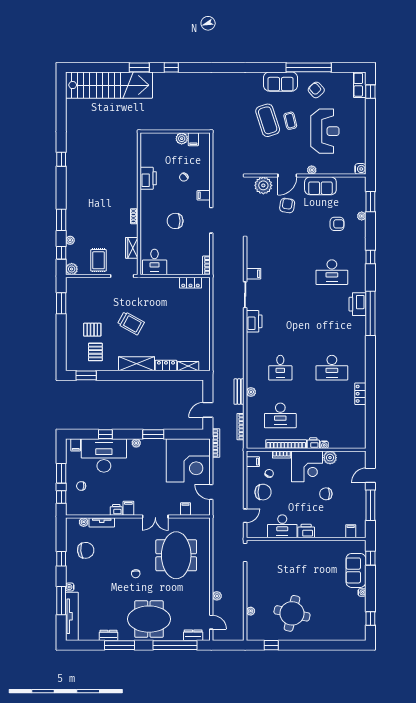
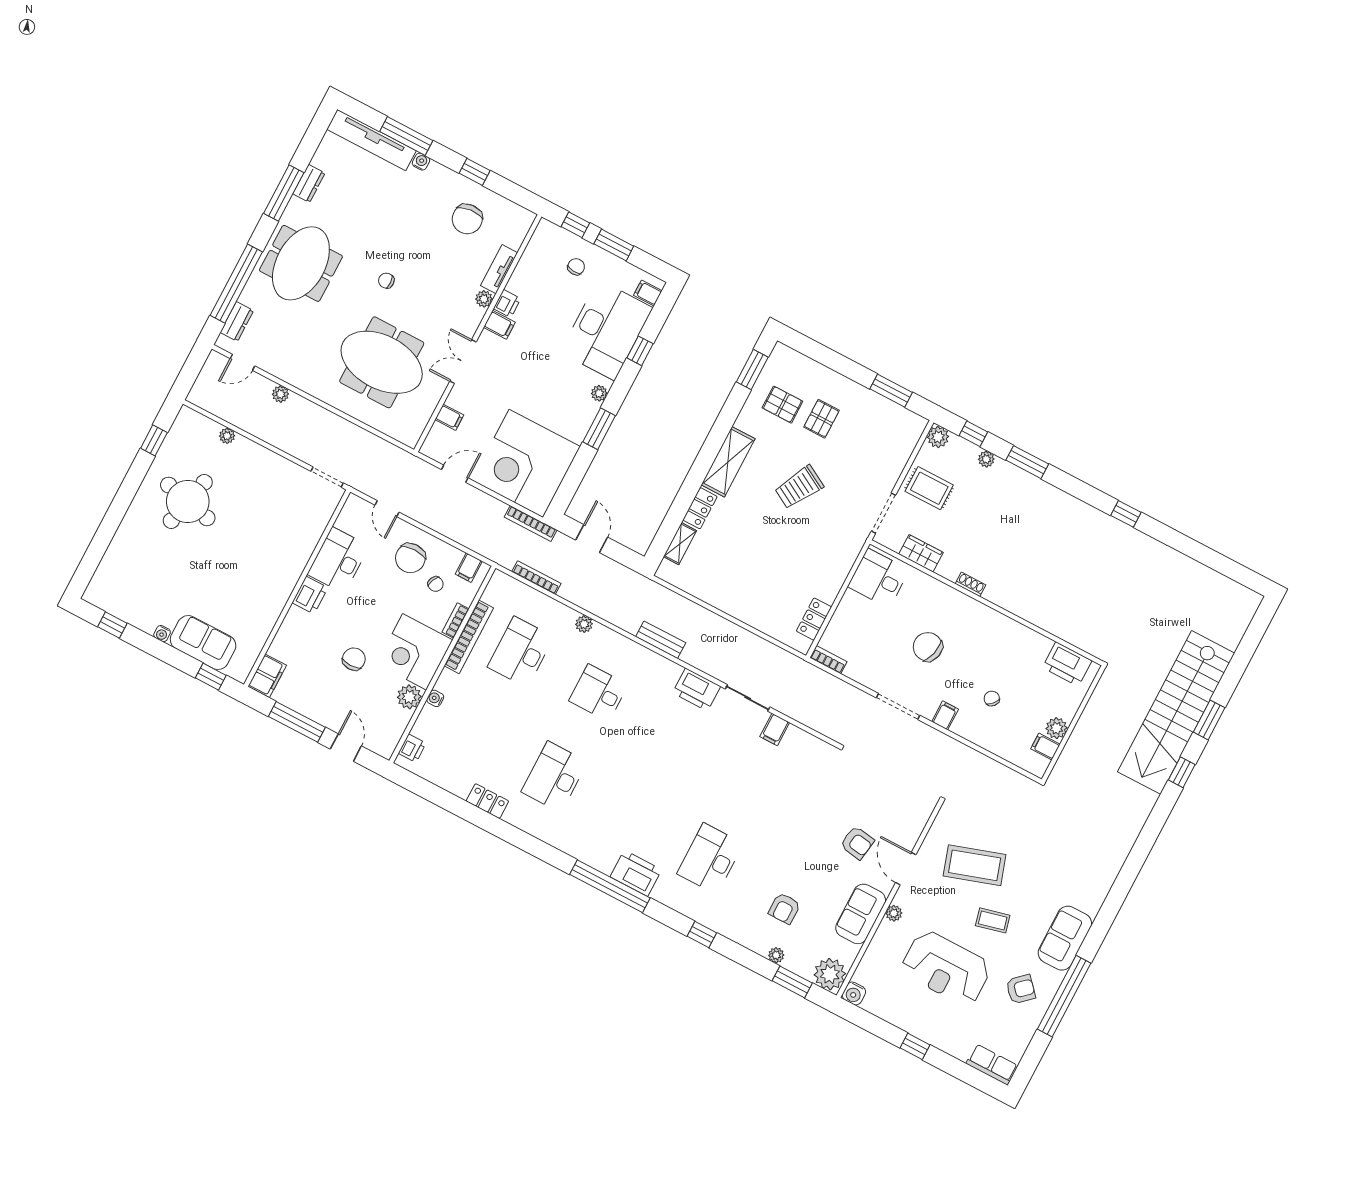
stairs: (109, 85) -> (1176, 712), moved
window: (370, 92) -> (915, 1046), moved
coffee table: (268, 120) -> (975, 865), moved
printer: (148, 178) -> (1067, 664), moved
plant: (263, 185) -> (830, 974), moved
chair: (175, 221) -> (928, 647), turned -76
bench: (239, 392) -> (661, 640), moved
printer: (313, 443) -> (412, 748), moved
plant: (84, 522) -> (484, 299), moved
filing cabinet: (351, 531) -> (267, 676), width x2.00

